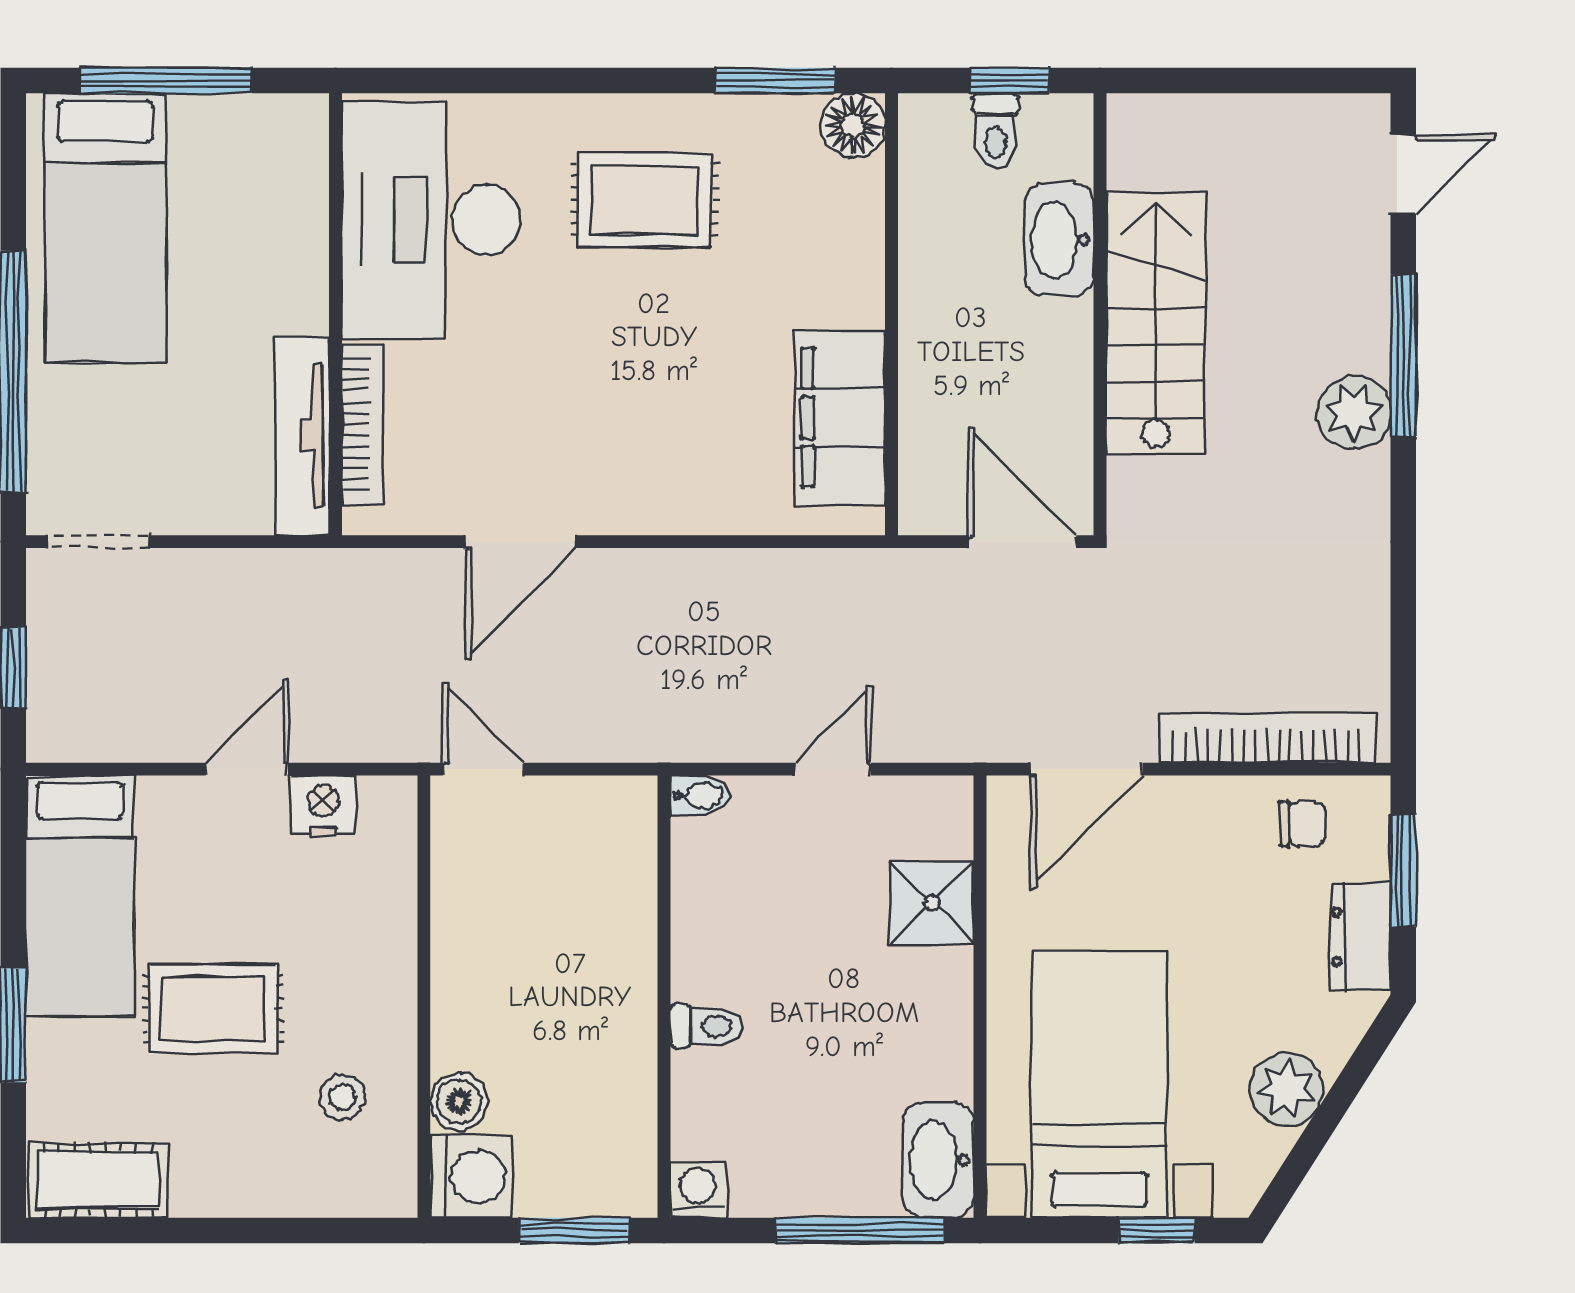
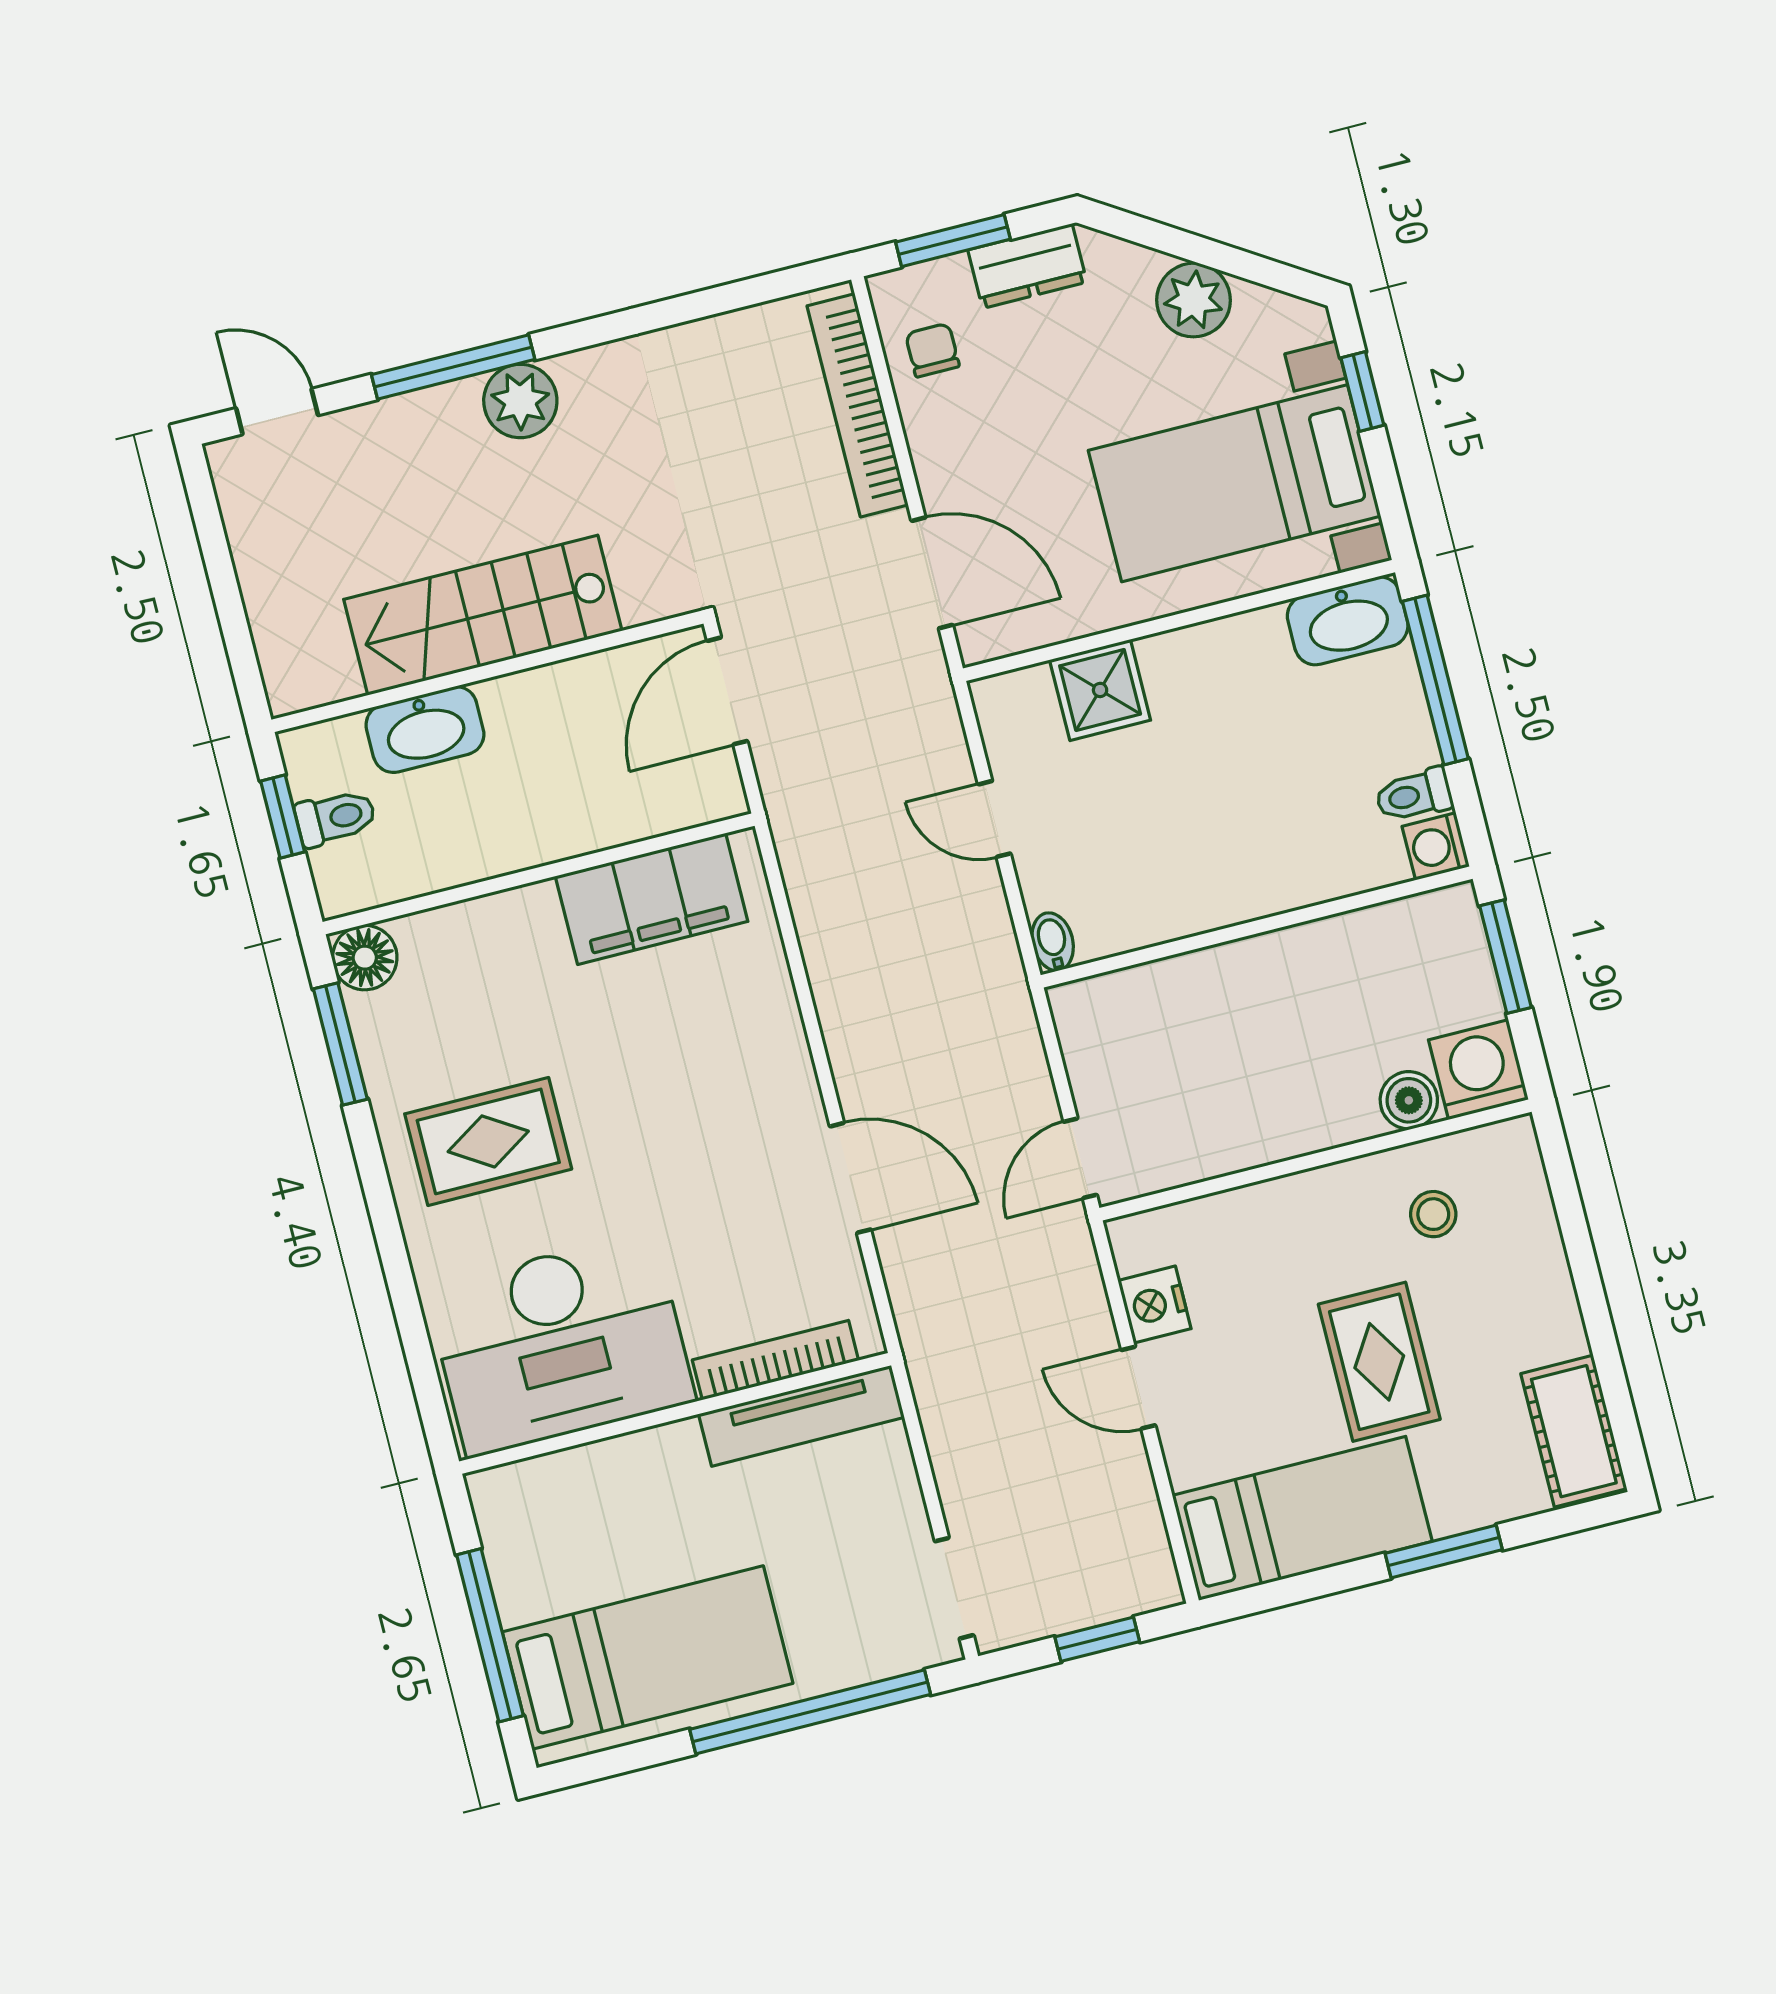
rug: (645, 200) -> (488, 1141), turned 90
toilet: (707, 1026) -> (1414, 795), moved, turned -90

